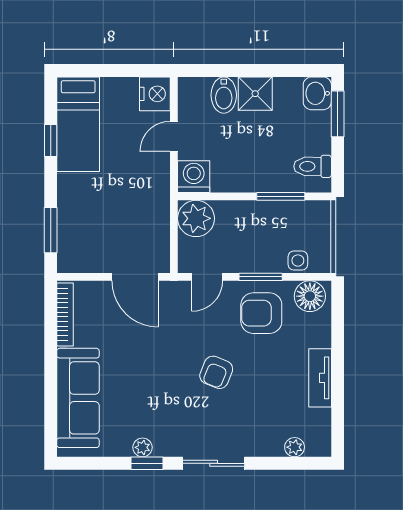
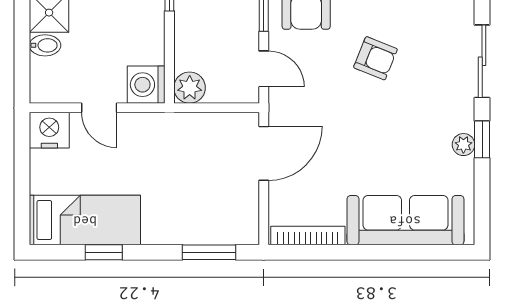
bidet: (224, 95) -> (45, 45), width x0.72, depth x0.74
plant: (196, 218) -> (190, 88), width x0.73, depth x0.73

